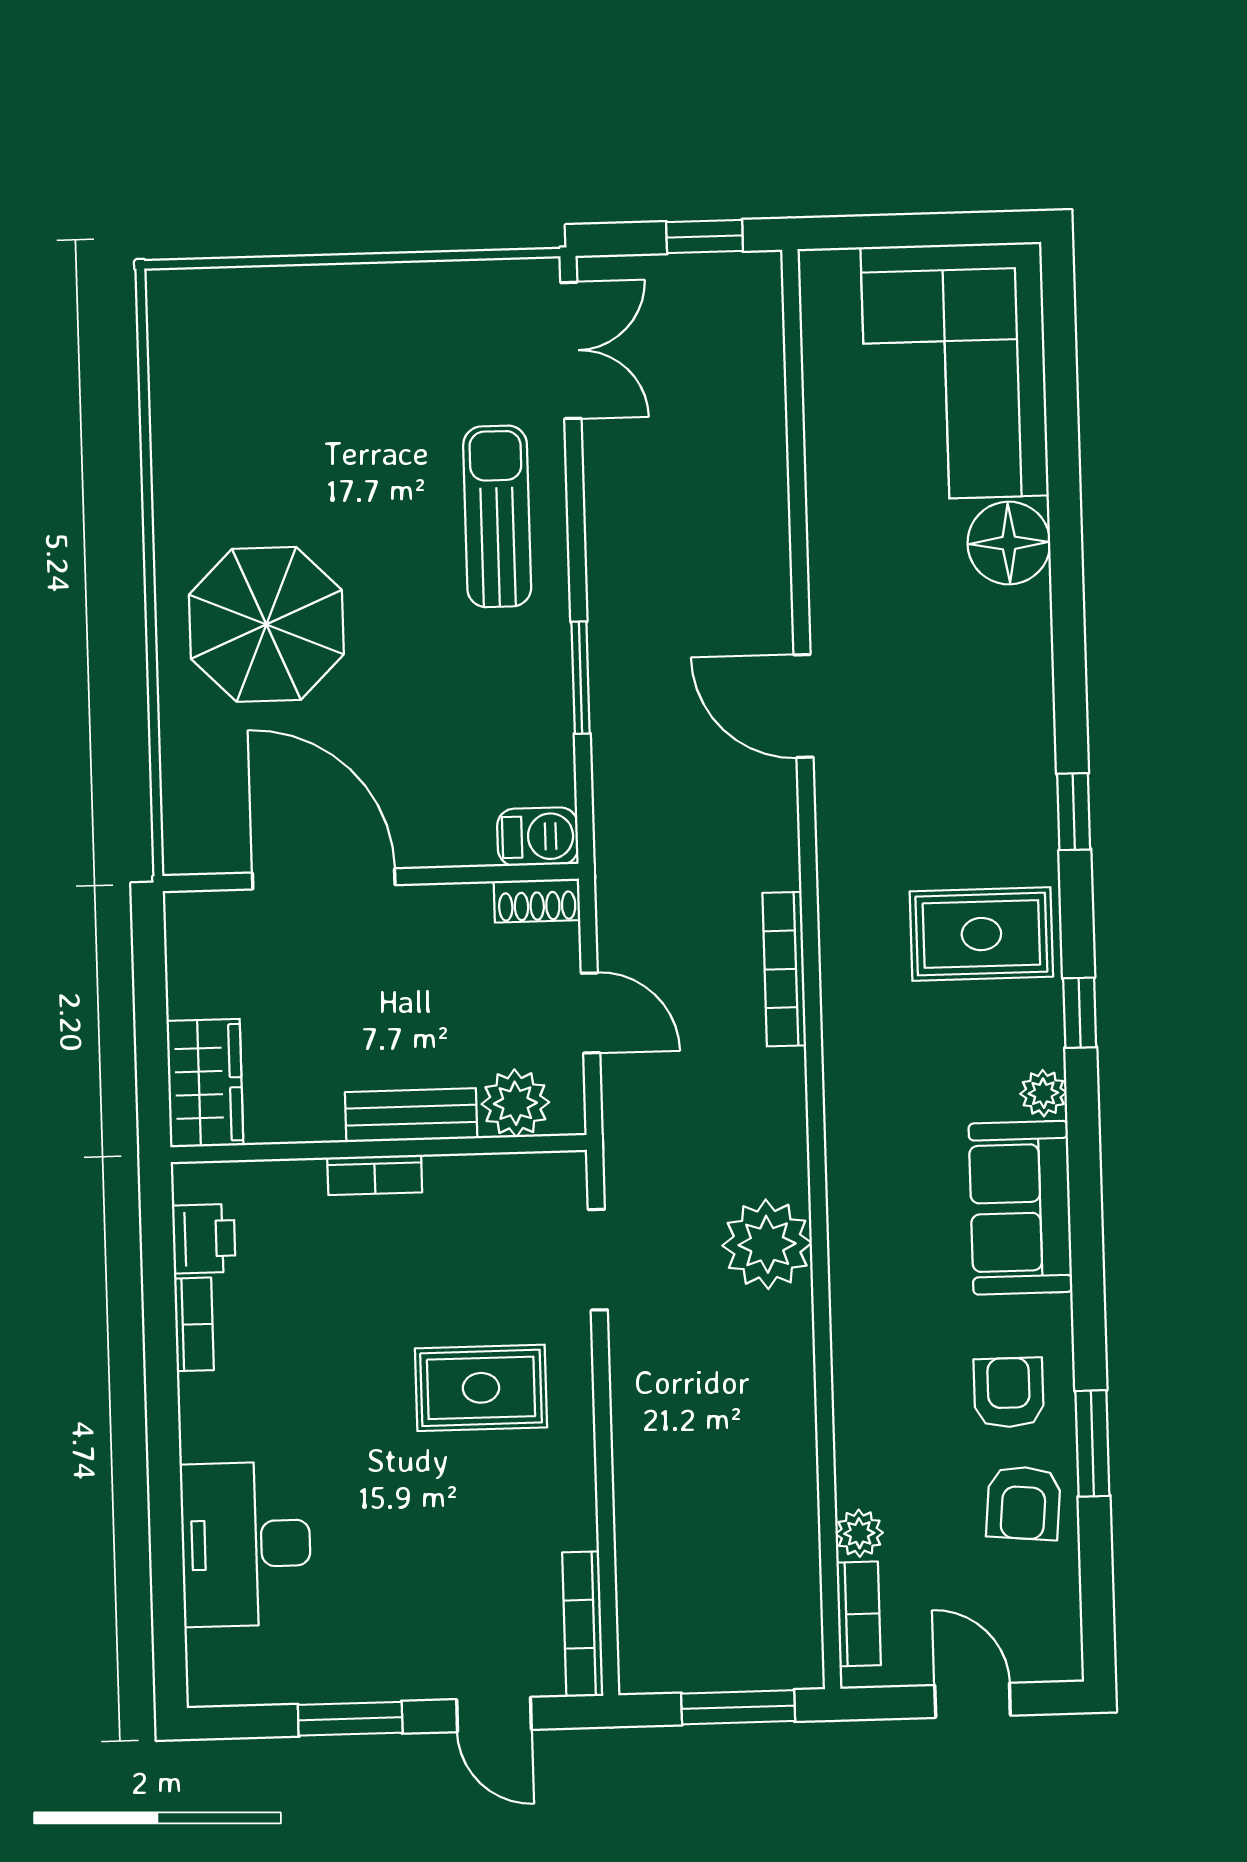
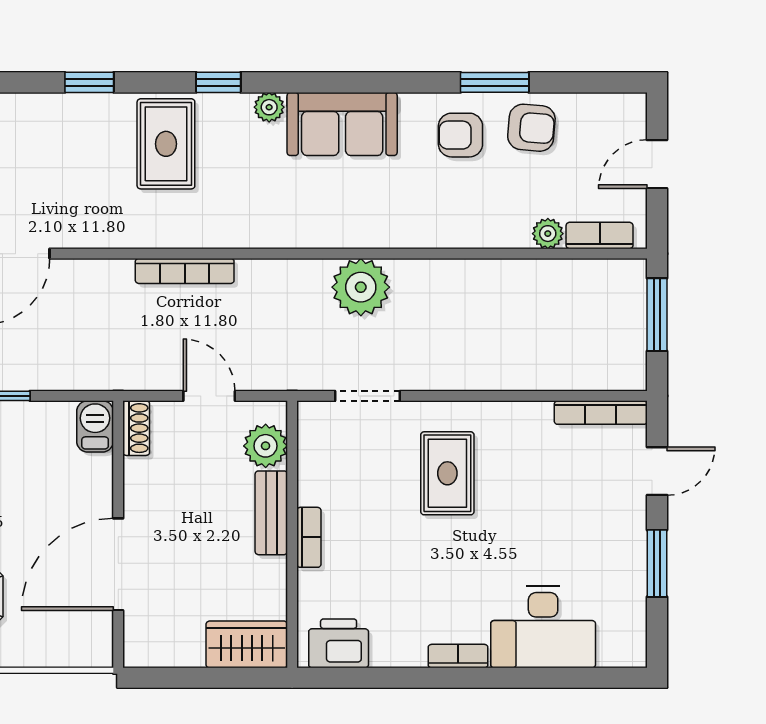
door: (591, 1013) -> (209, 396), hinge flipped
printer: (204, 1239) -> (339, 643), width x1.36, depth x1.24
bookcase: (194, 1324) -> (458, 656), moved

